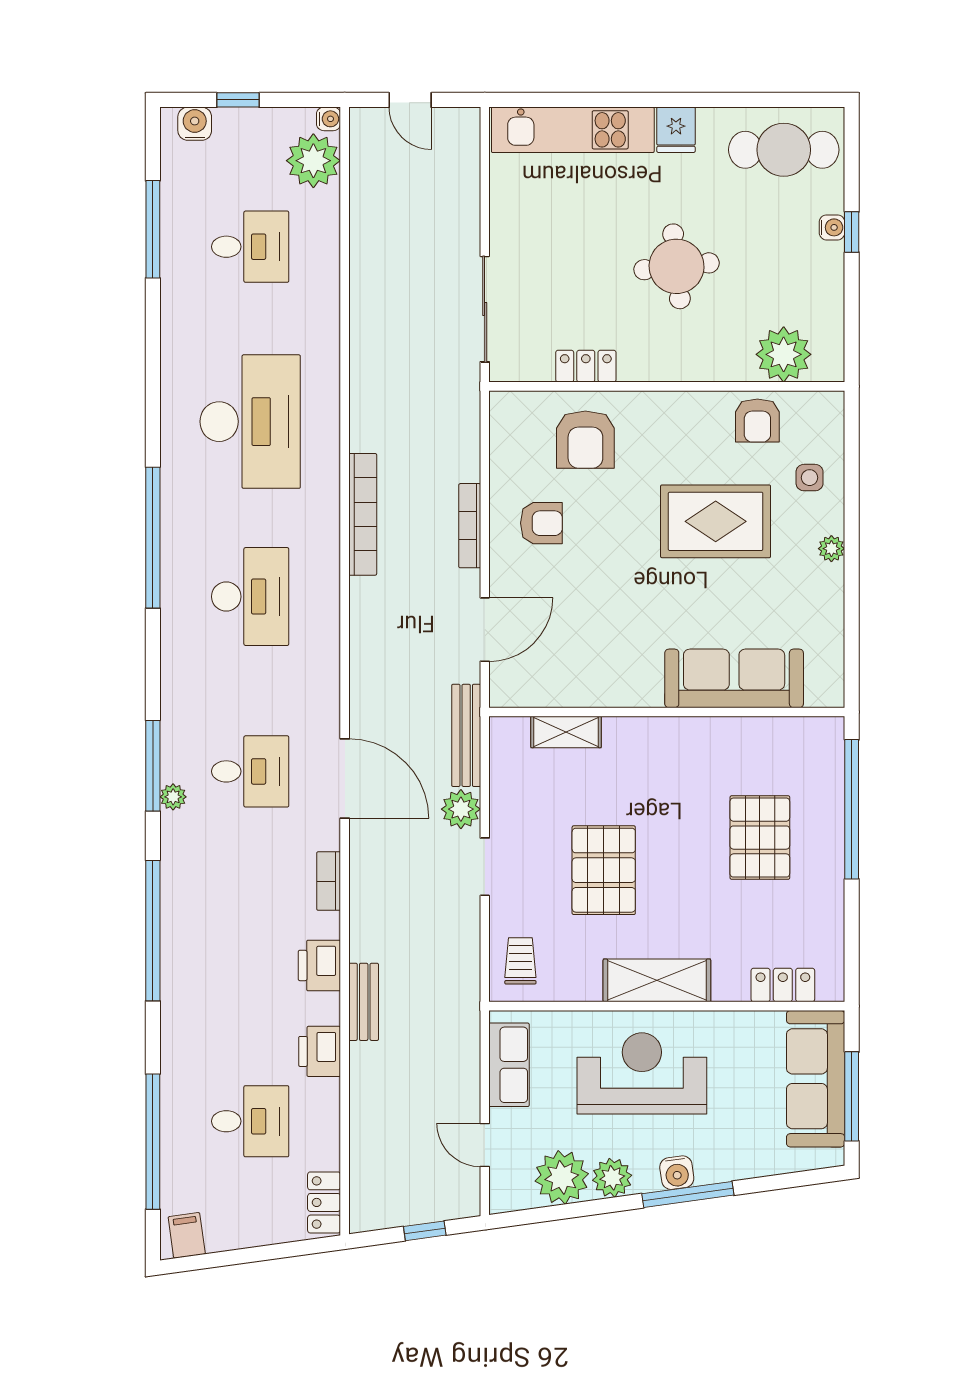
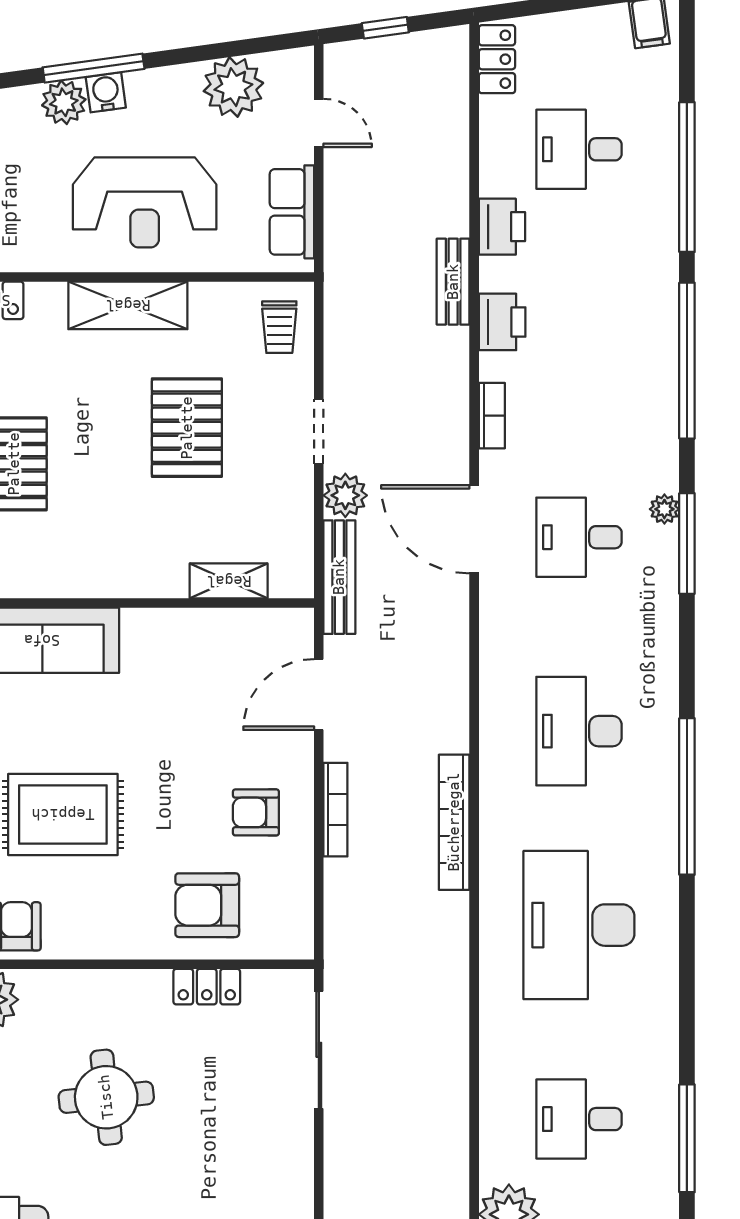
armchair: (585, 440) -> (207, 905), turned -90
window: (153, 1142) -> (687, 177), moved
plant: (612, 1178) -> (64, 102), moved

